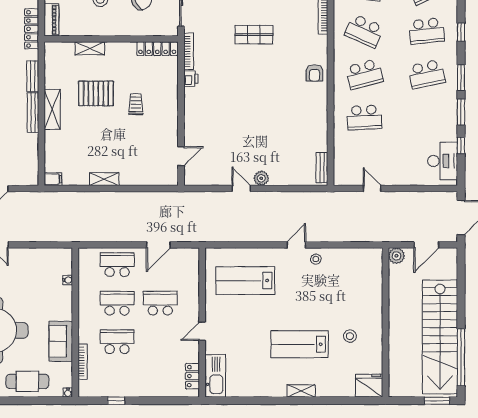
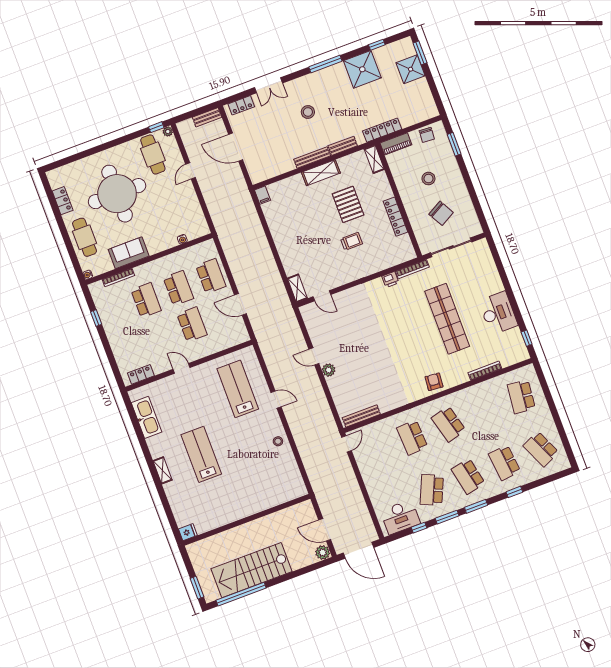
school desk: (364, 31) -> (432, 490), moved
shop shelf: (254, 35) -> (447, 319), width x2.00, depth x1.36
shelving: (90, 48) -> (374, 159), moved
locker: (157, 49) -> (395, 217), moved
armchair: (315, 73) -> (434, 382), turned 95
bench: (322, 168) -> (361, 416), width x1.36
shelving: (104, 179) -> (297, 288), moved
door: (241, 188) -> (314, 356), swing flipped
door: (372, 188) -> (347, 444), moved
door: (296, 245) -> (276, 400), moved
plant: (396, 256) -> (323, 552), moved
stool: (350, 336) -> (224, 494), removed
stairs: (440, 337) -> (252, 570), width x0.73
kitchen sink: (215, 376) -> (147, 417), moved, turned -90
fridge: (369, 386) -> (188, 532), width x0.53, depth x0.75

